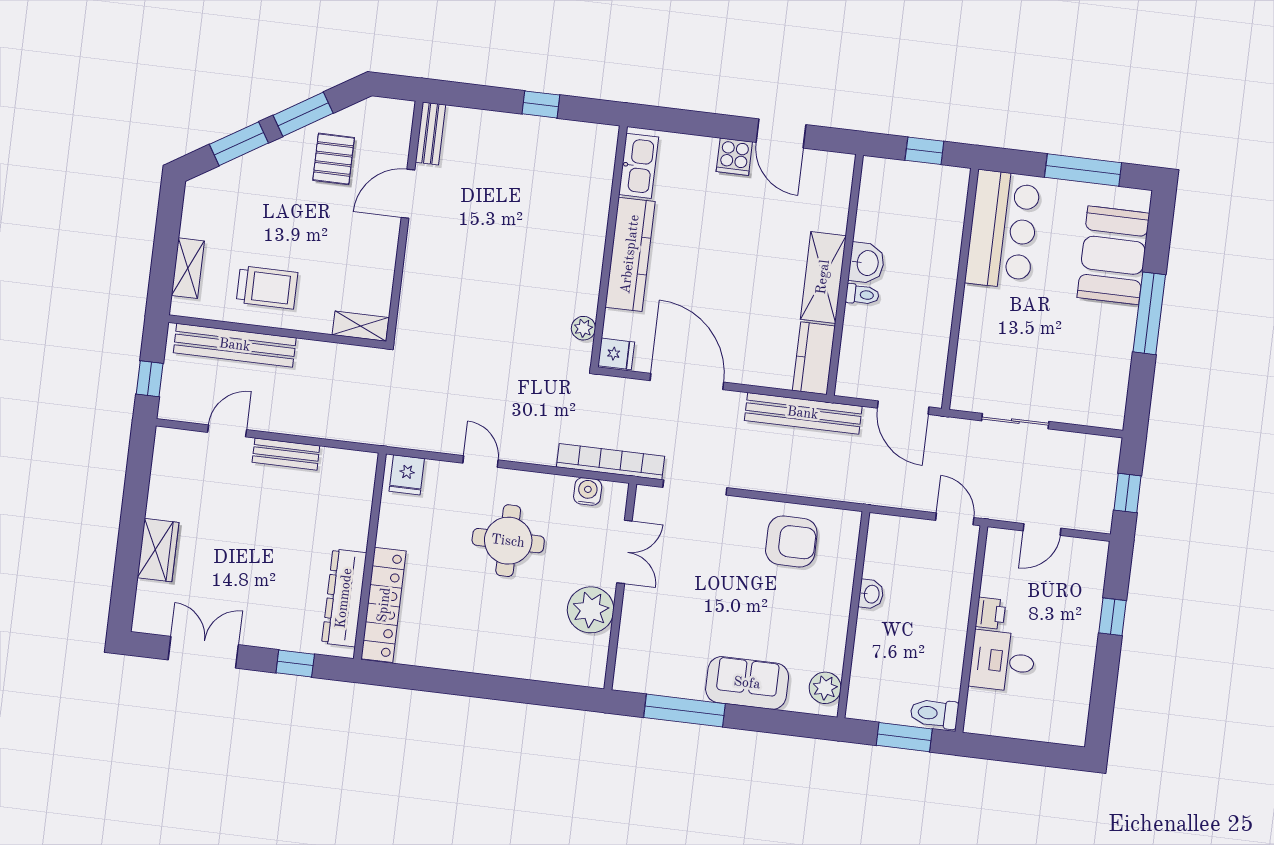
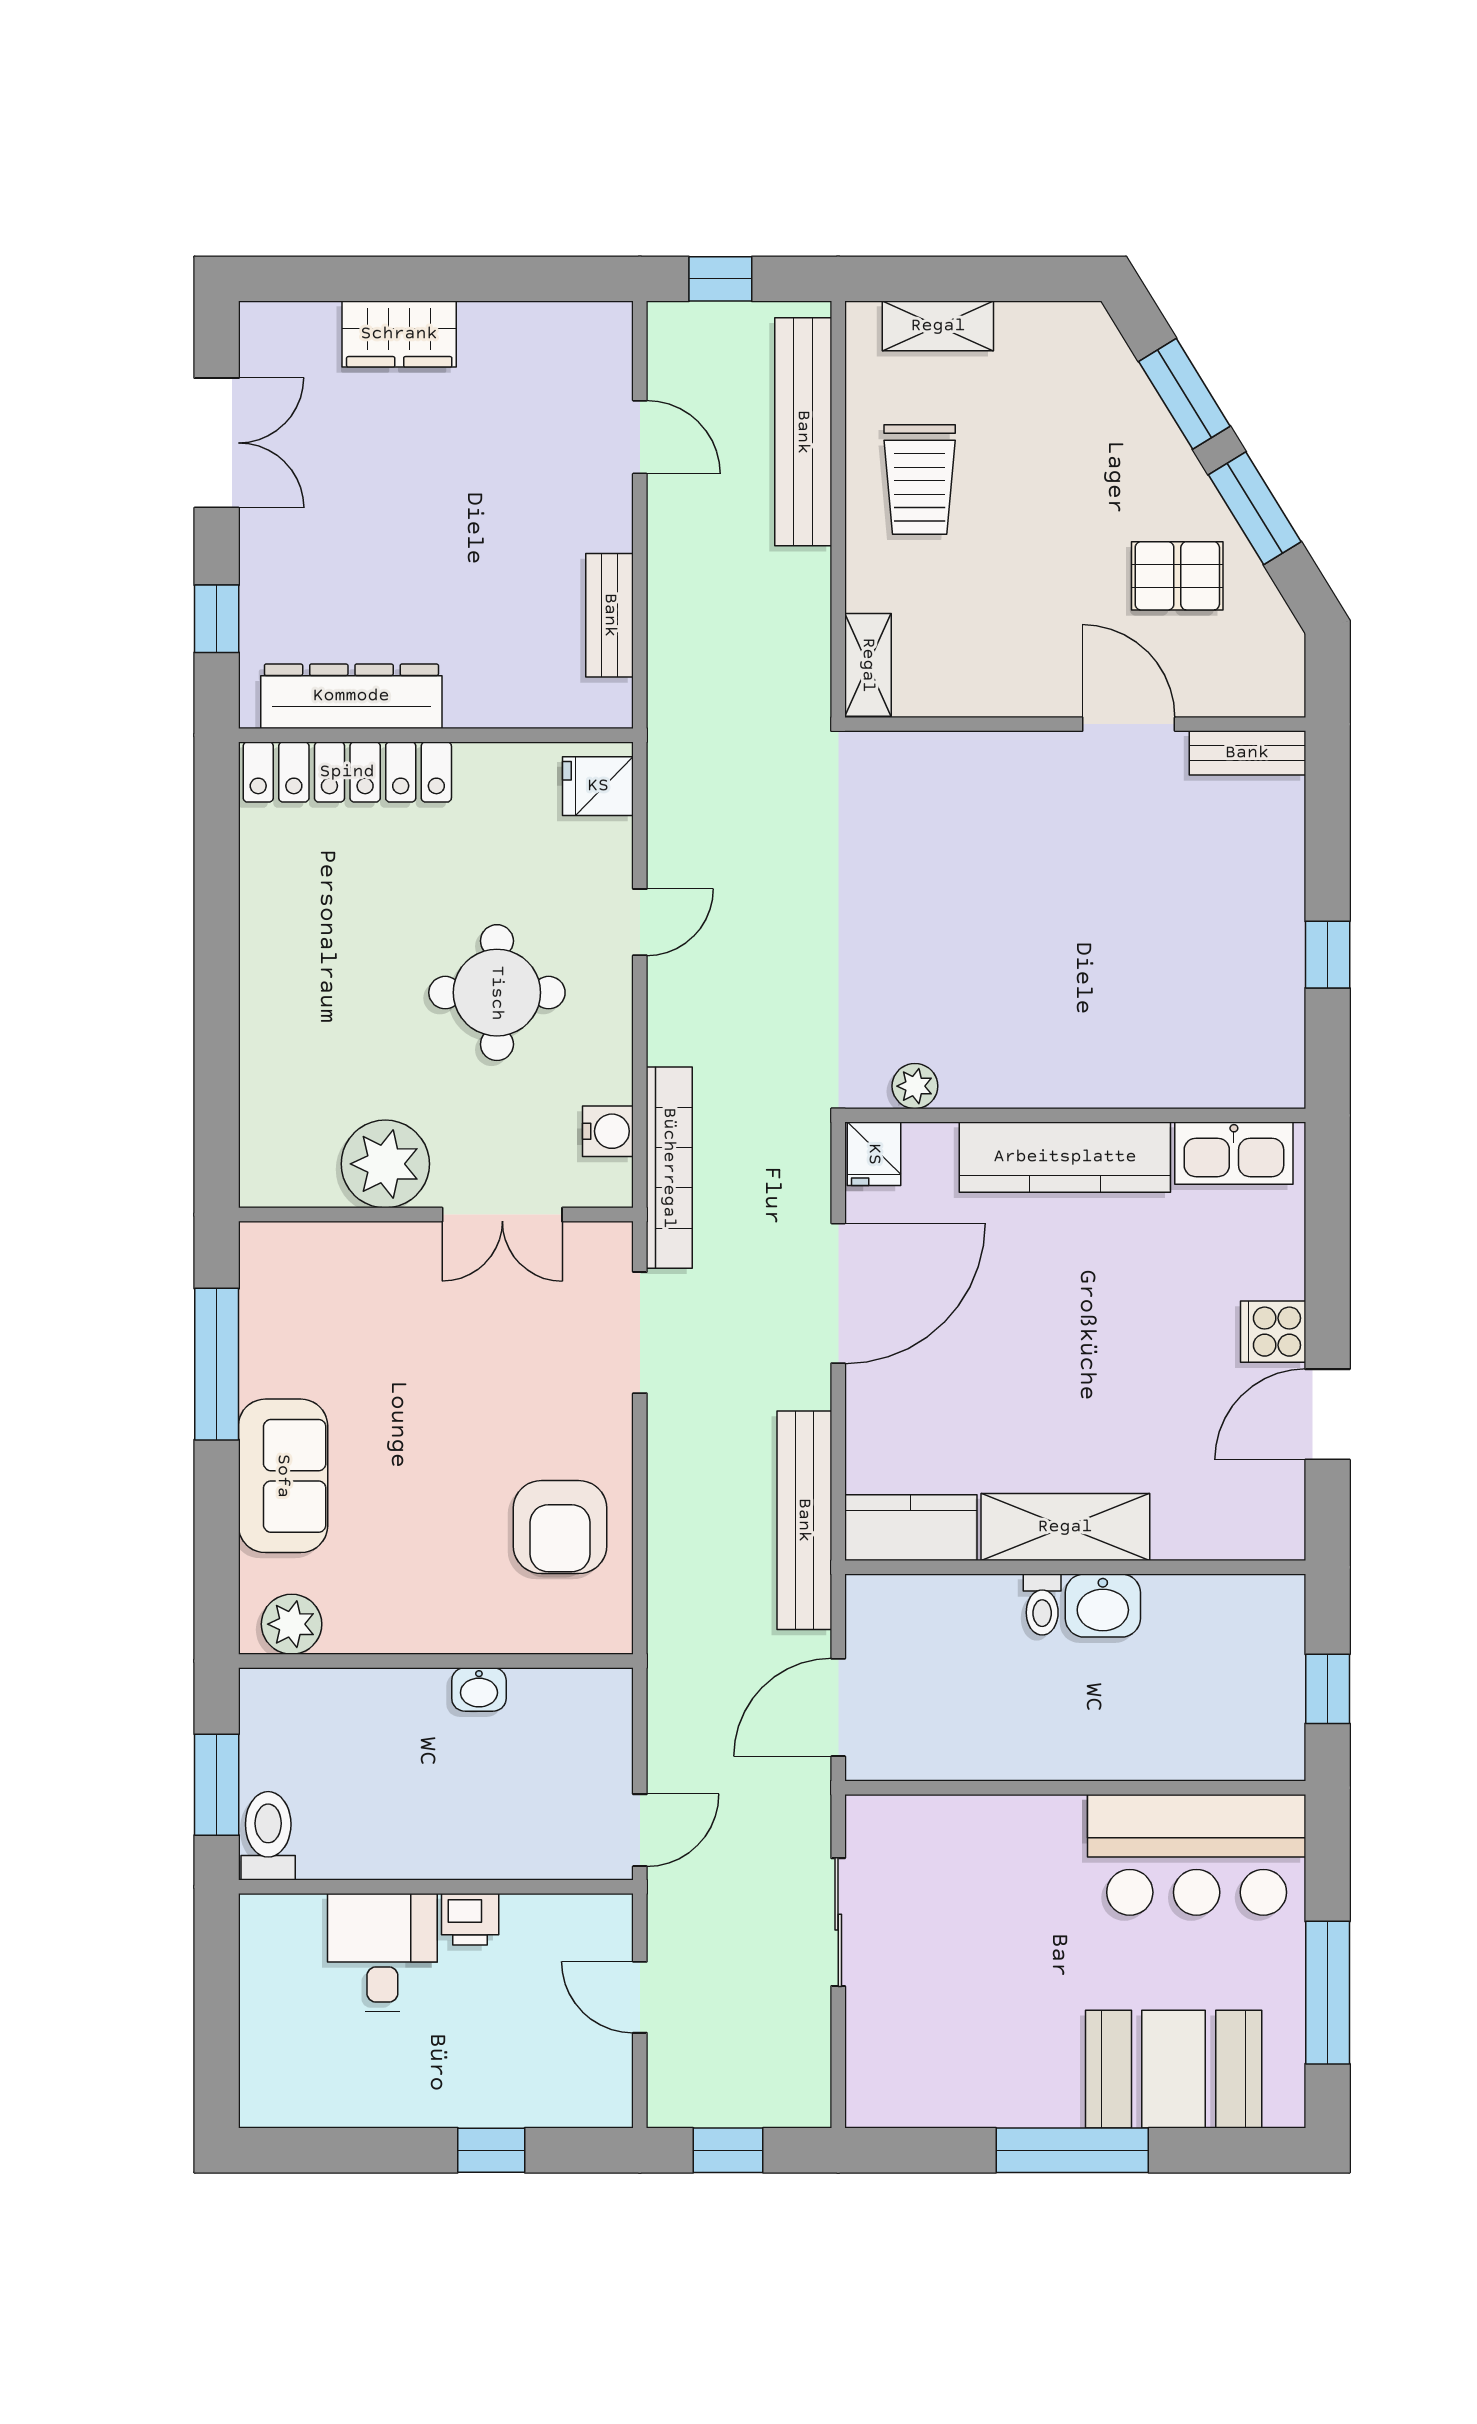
bench: (286, 454) -> (610, 615), moved

